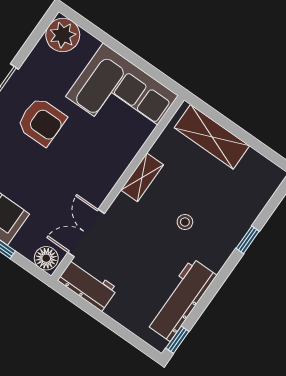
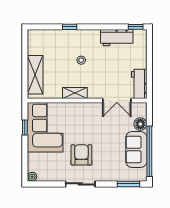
plant: (63, 35) -> (32, 177), width x0.53, depth x0.53
window: (143, 65) -> (25, 127), added
floor lamp: (46, 258) -> (140, 124), moved
workbench: (181, 300) -> (117, 38), width x0.73

